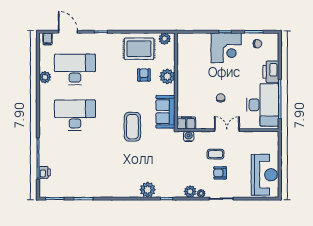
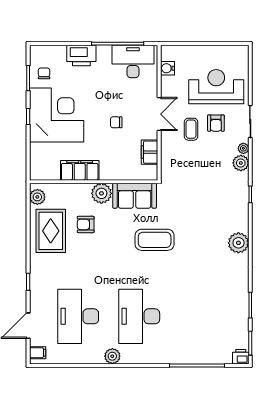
corner desk: (226, 48) -> (57, 115), width x1.36, depth x1.36
filing cabinet: (185, 70) -> (80, 170), added
plant: (167, 76) -> (101, 193), moved
plant: (45, 77) -> (112, 356), moved
desk: (263, 105) -> (133, 61), width x0.73, depth x0.77
filing cabinet: (186, 123) -> (149, 152), moved
double door: (227, 130) -> (159, 114), swing flipped
water cooler: (189, 136) -> (167, 68), moved
printer: (45, 172) -> (241, 357), moved
reception desk: (264, 175) -> (216, 87), moved
plant: (148, 190) -> (238, 243), moved

